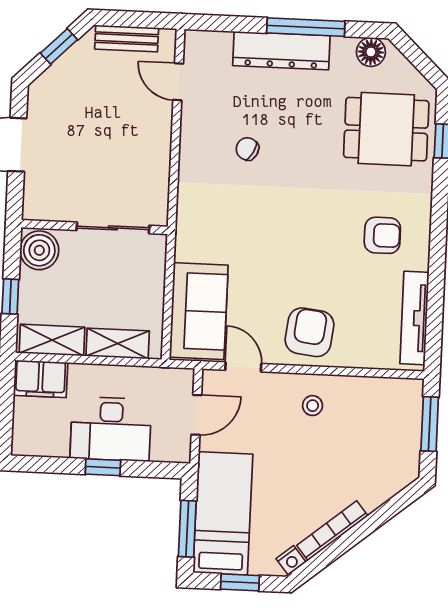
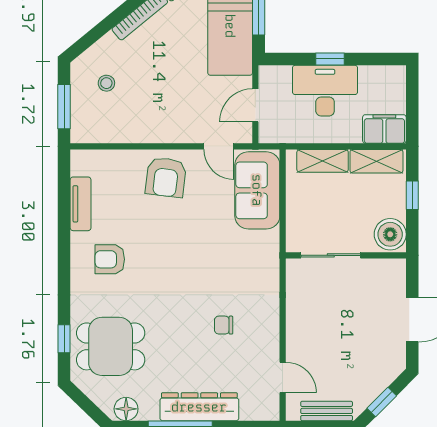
chair: (247, 149) -> (224, 325), turned 152
tv unit: (414, 318) -> (81, 204), width x0.71
stool: (313, 406) -> (106, 83), moved

